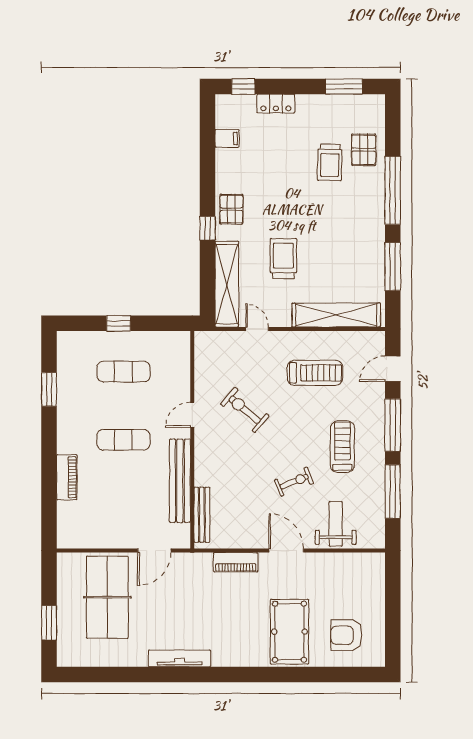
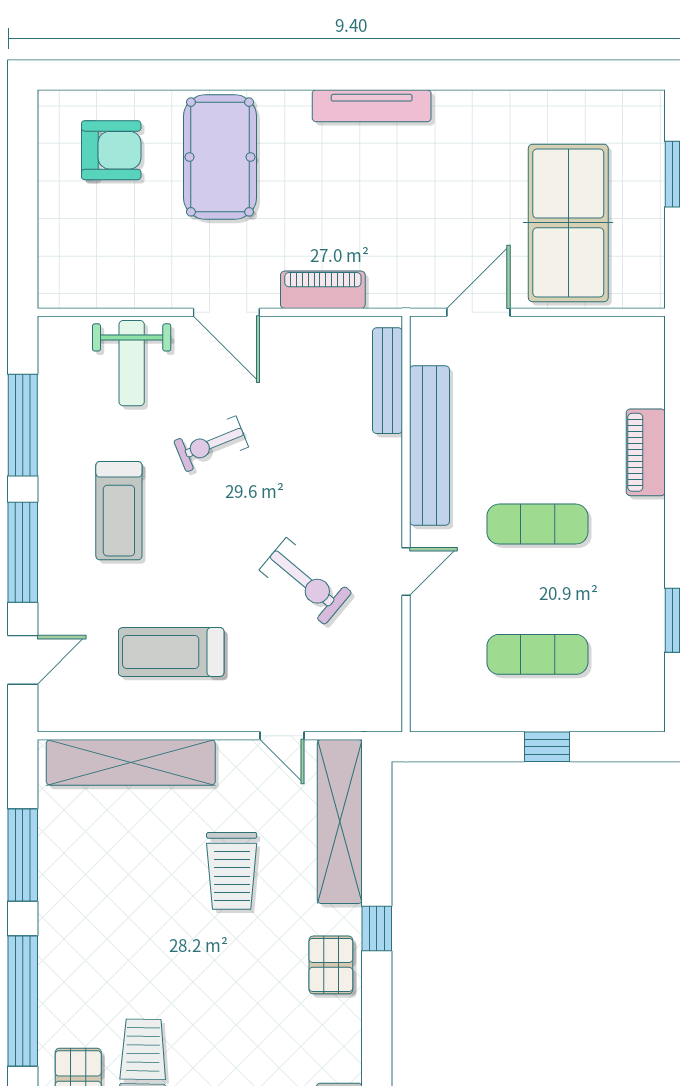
tv unit: (180, 658) -> (372, 106), moved

